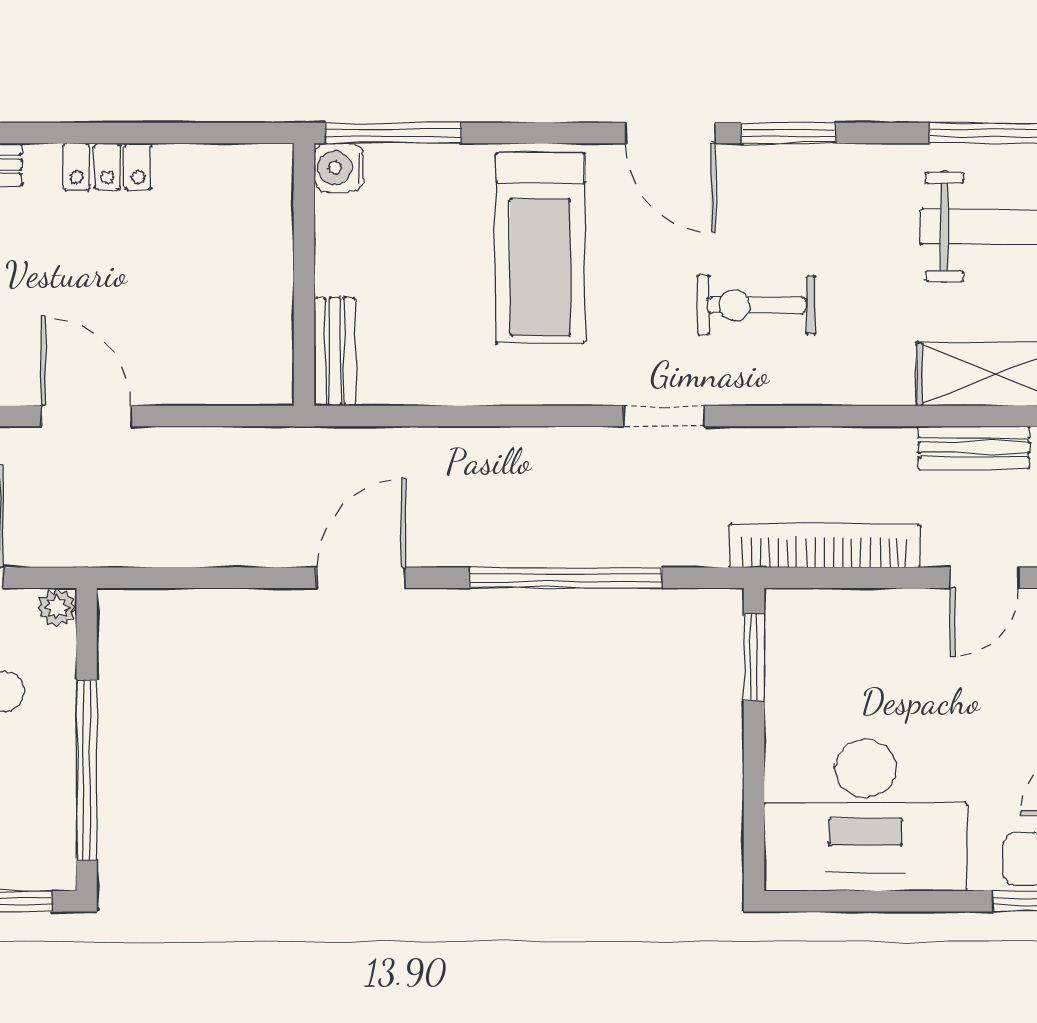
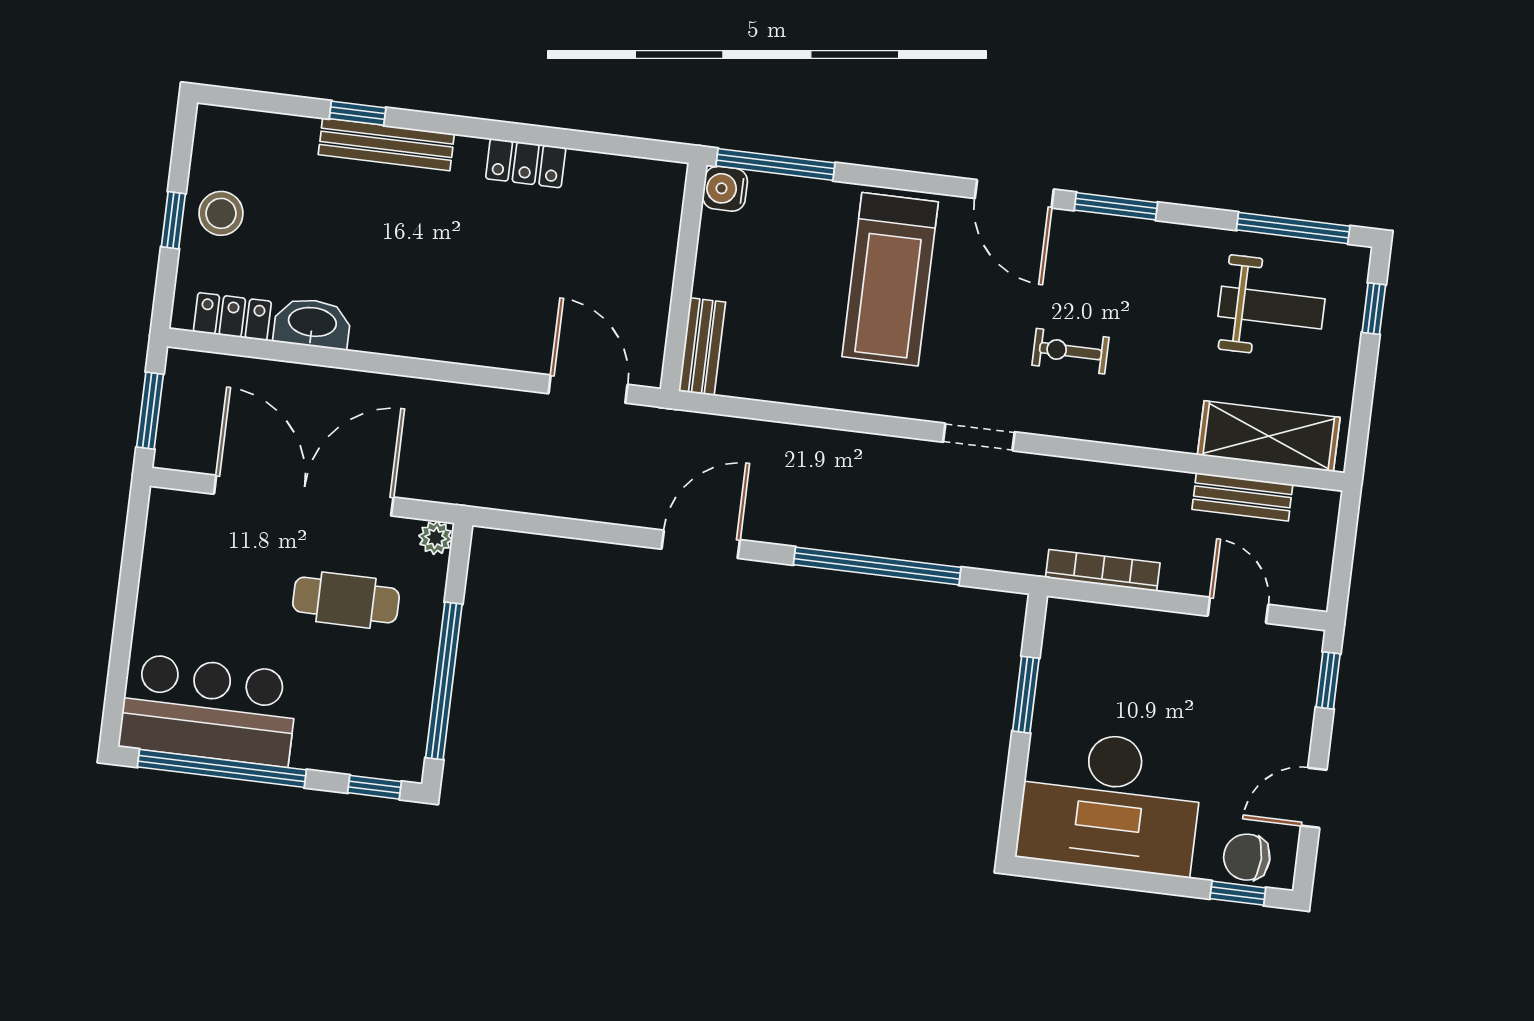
exercise bike: (757, 305) -> (1070, 351), width x0.73, depth x0.72
door: (86, 416) -> (588, 389), moved
bookcase: (825, 546) -> (1103, 570), width x0.68, depth x0.76
door: (985, 578) -> (1238, 610), swing flipped
window: (754, 657) -> (1026, 695), moved

